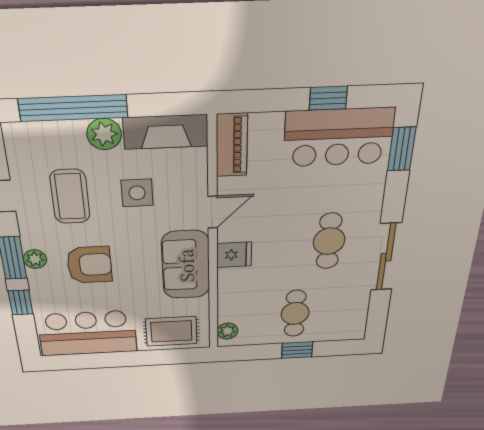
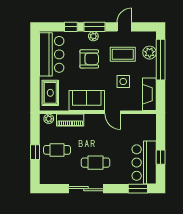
plant: (104, 134) -> (150, 53), moved
piano: (232, 145) -> (70, 120), moved
fridge: (234, 255) -> (91, 121), removed
armchair: (89, 265) -> (89, 59), turned -90

